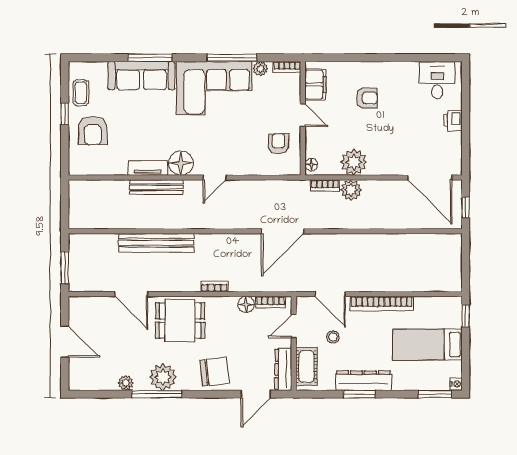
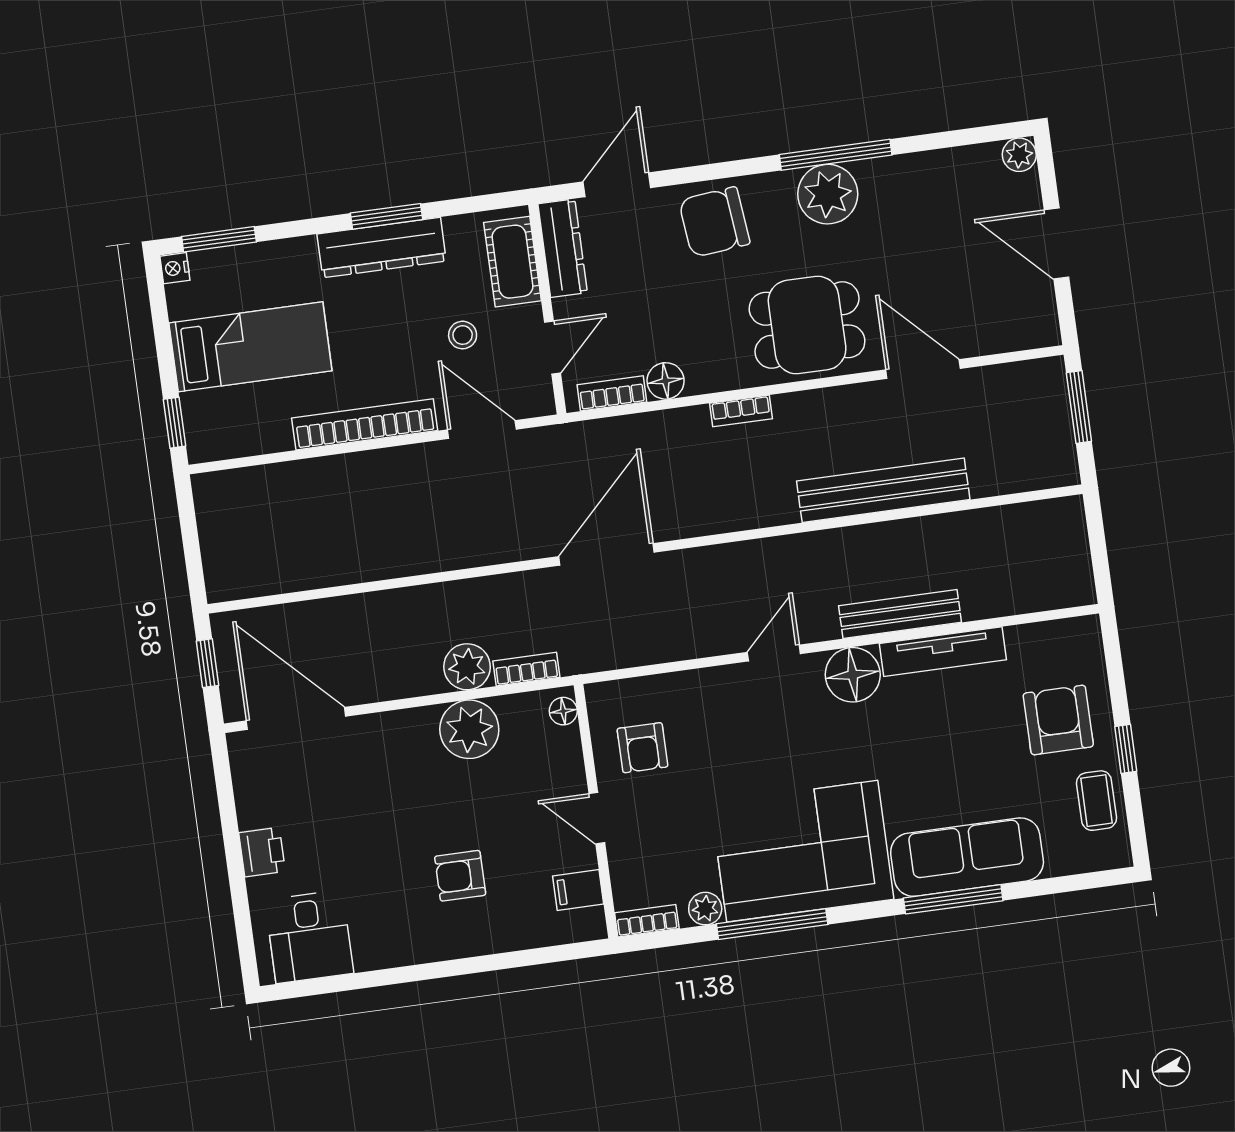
filing cabinet: (315, 85) -> (578, 890), width x0.50
tv unit: (148, 168) -> (943, 652), width x1.41
plant: (126, 383) -> (1019, 155), moved

